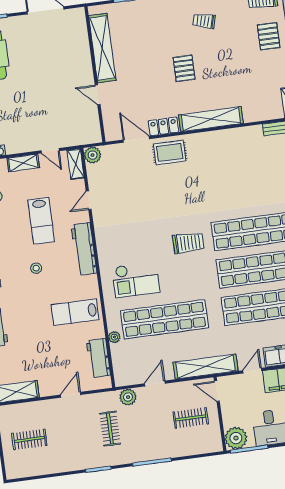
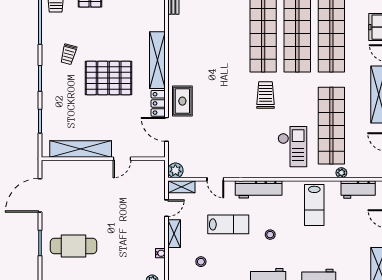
pallet: (184, 68) -> (109, 78), width x2.05, depth x2.00
door: (136, 139) -> (167, 129), hinge flipped

